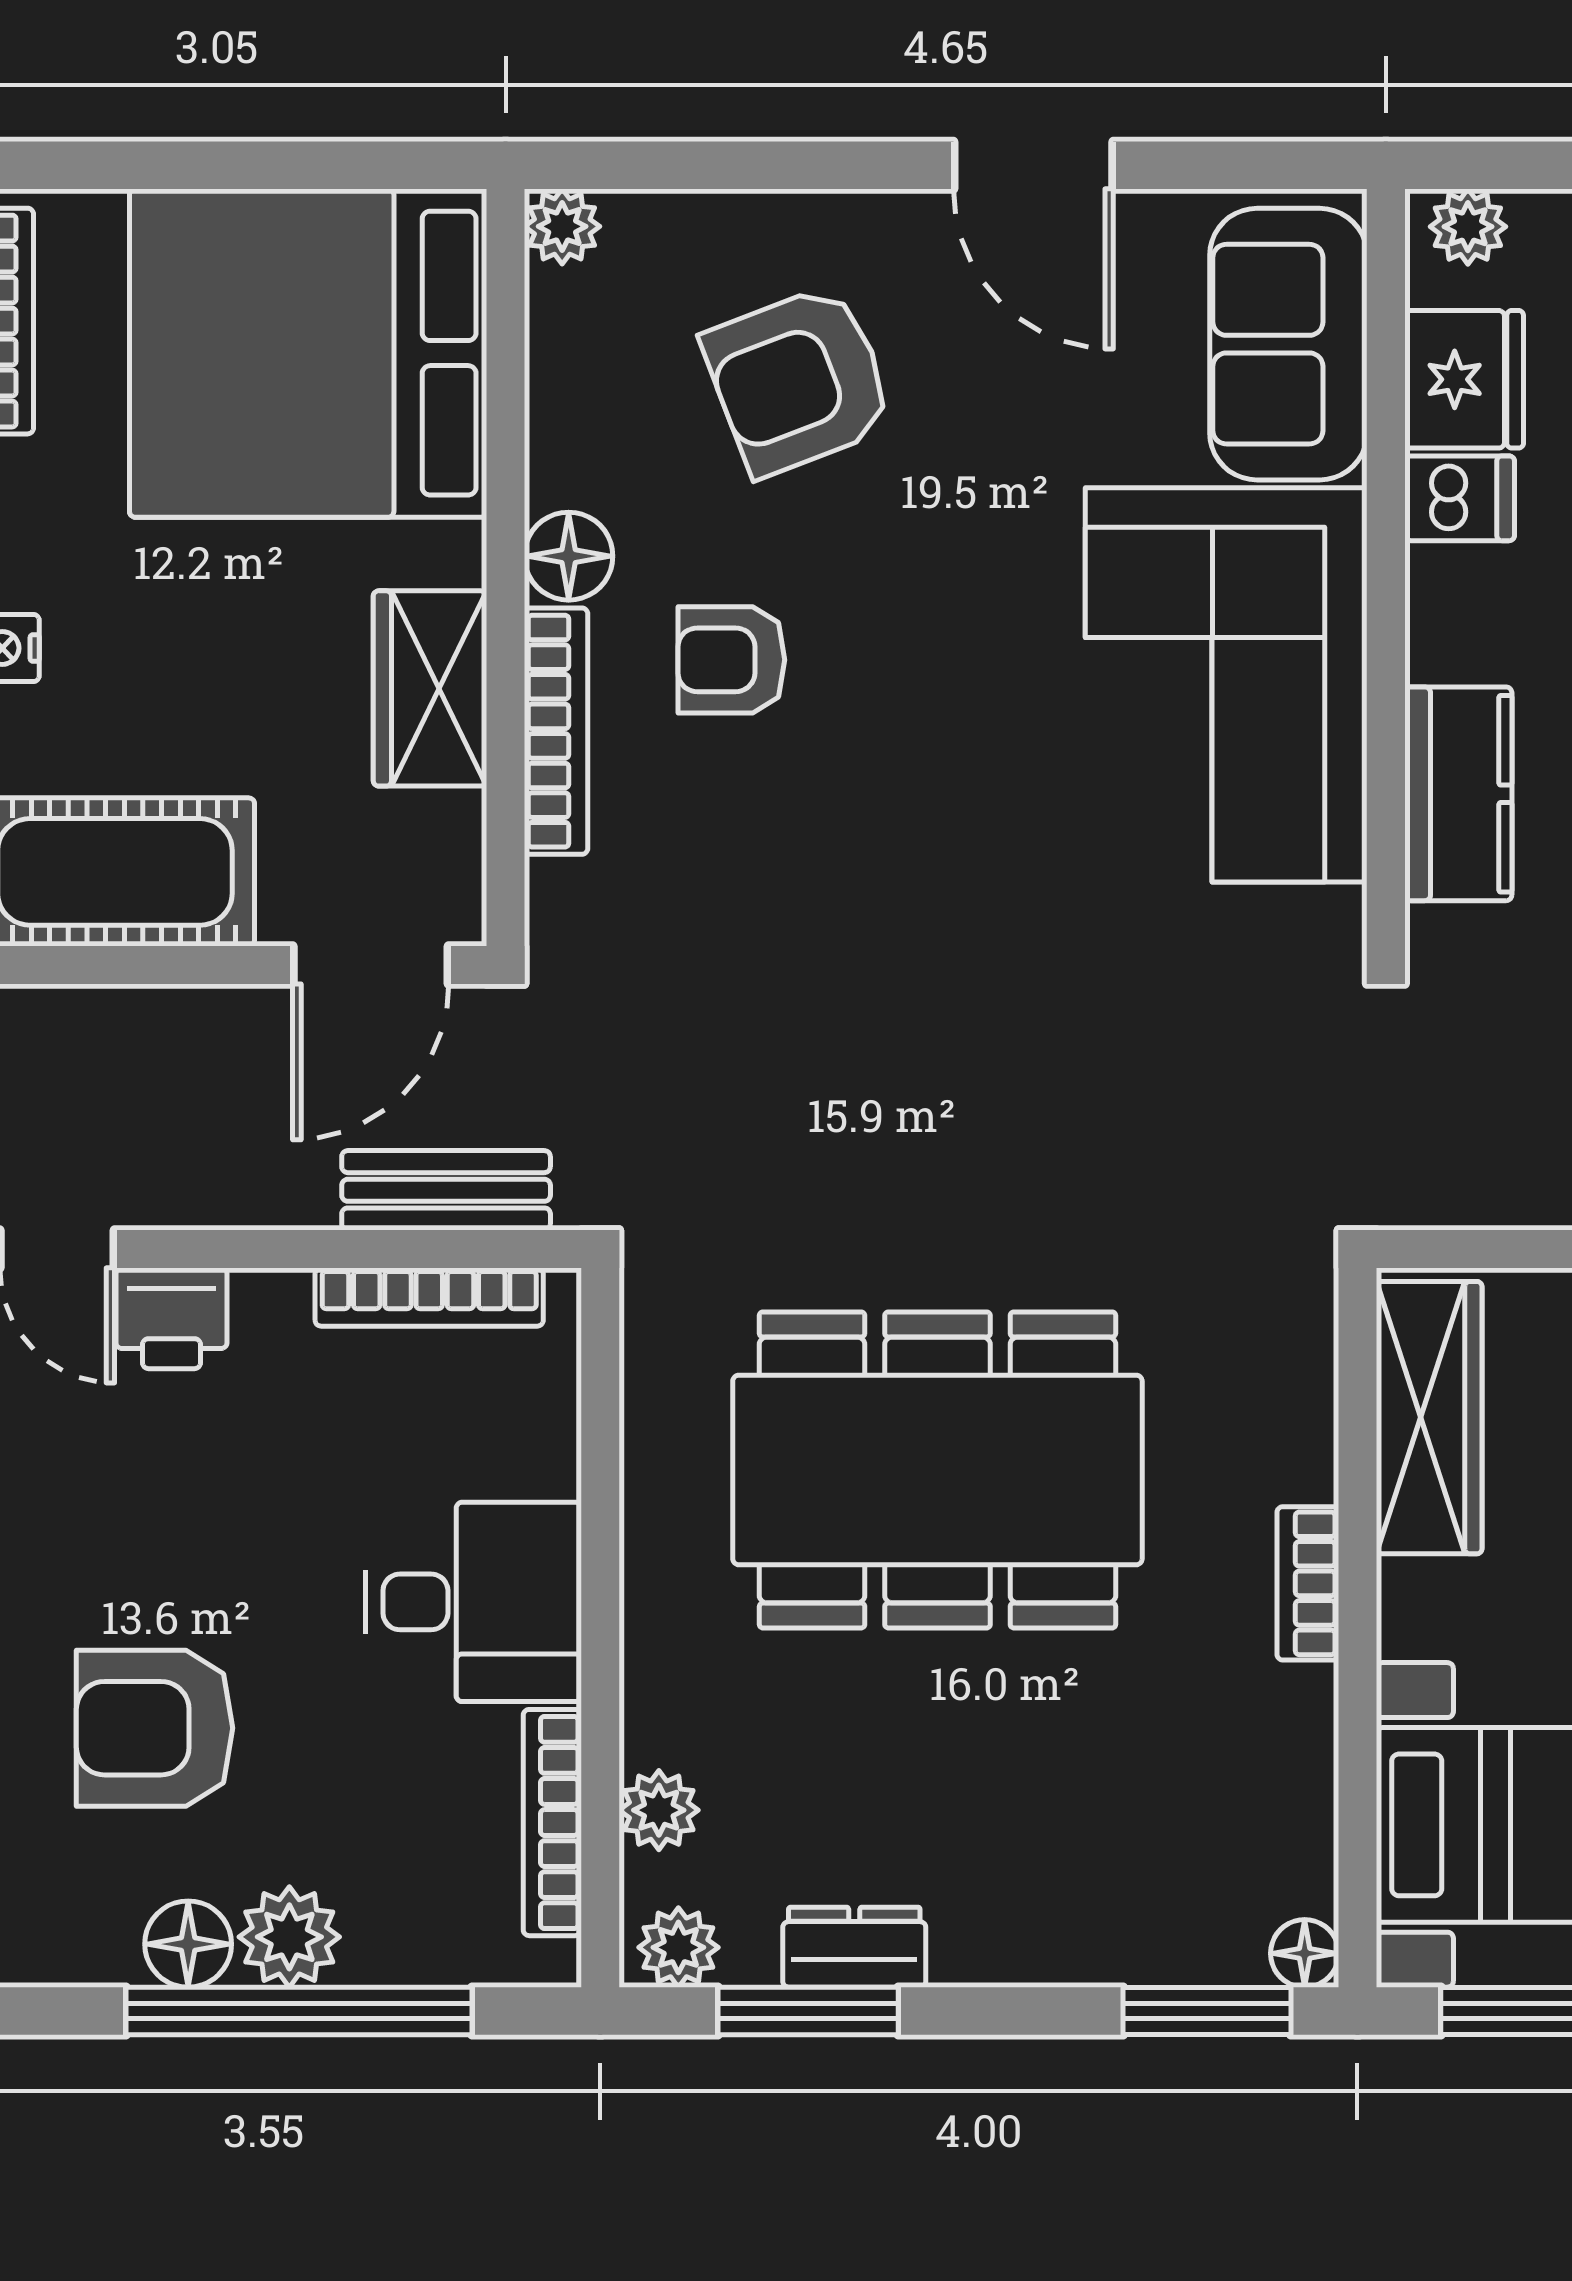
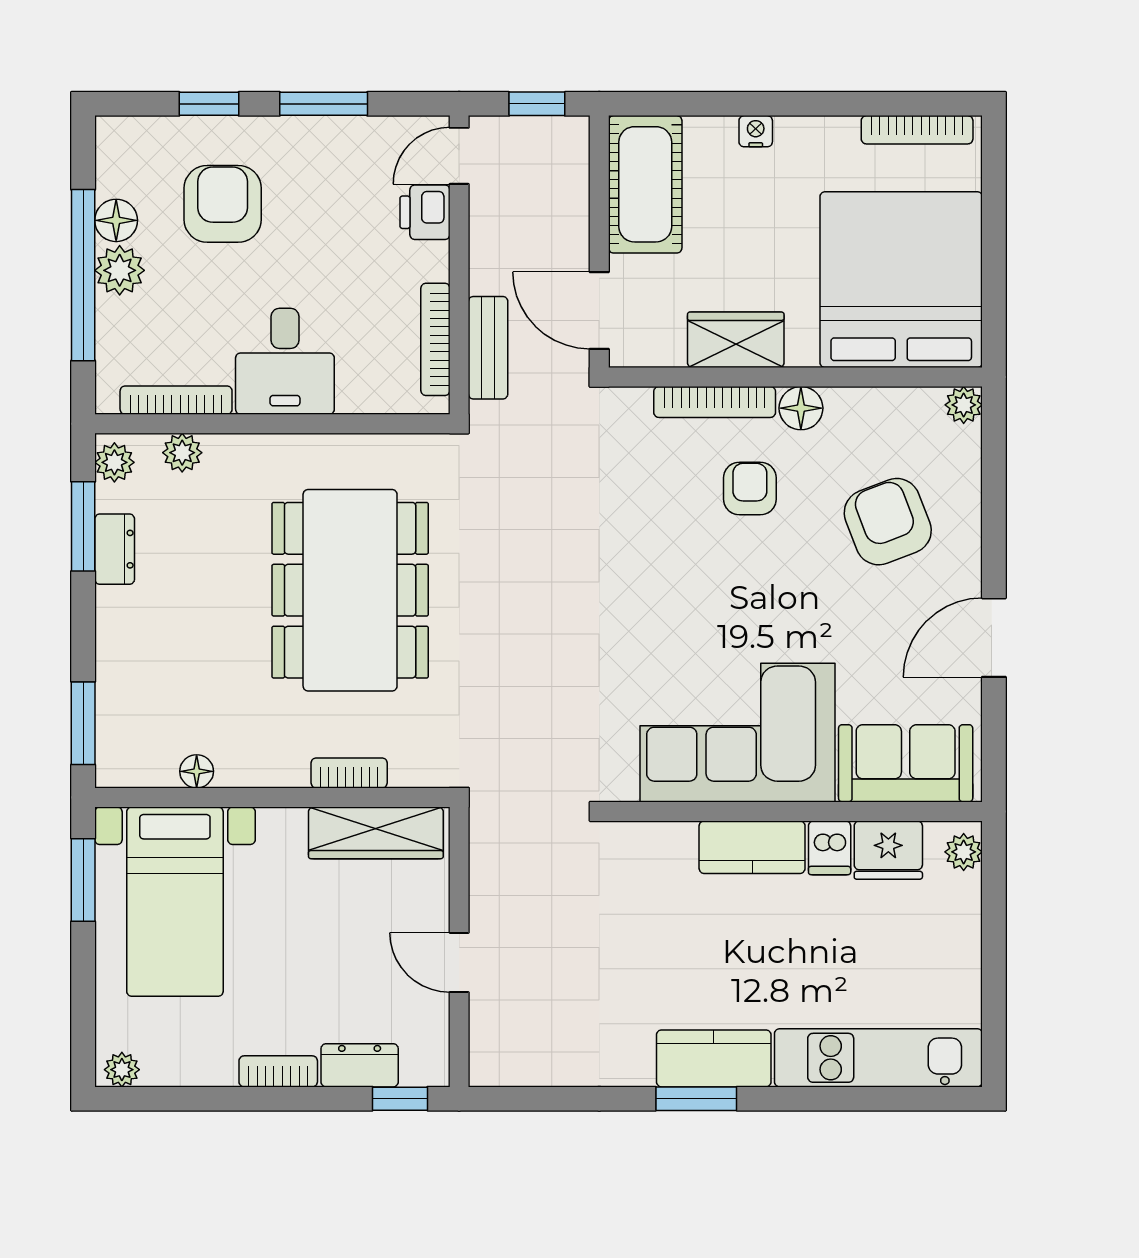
kitchen counter: (1458, 794) -> (752, 847), moved
bookcase: (1308, 1583) -> (349, 773), moved
floor lamp: (1305, 1953) -> (197, 771), moved

